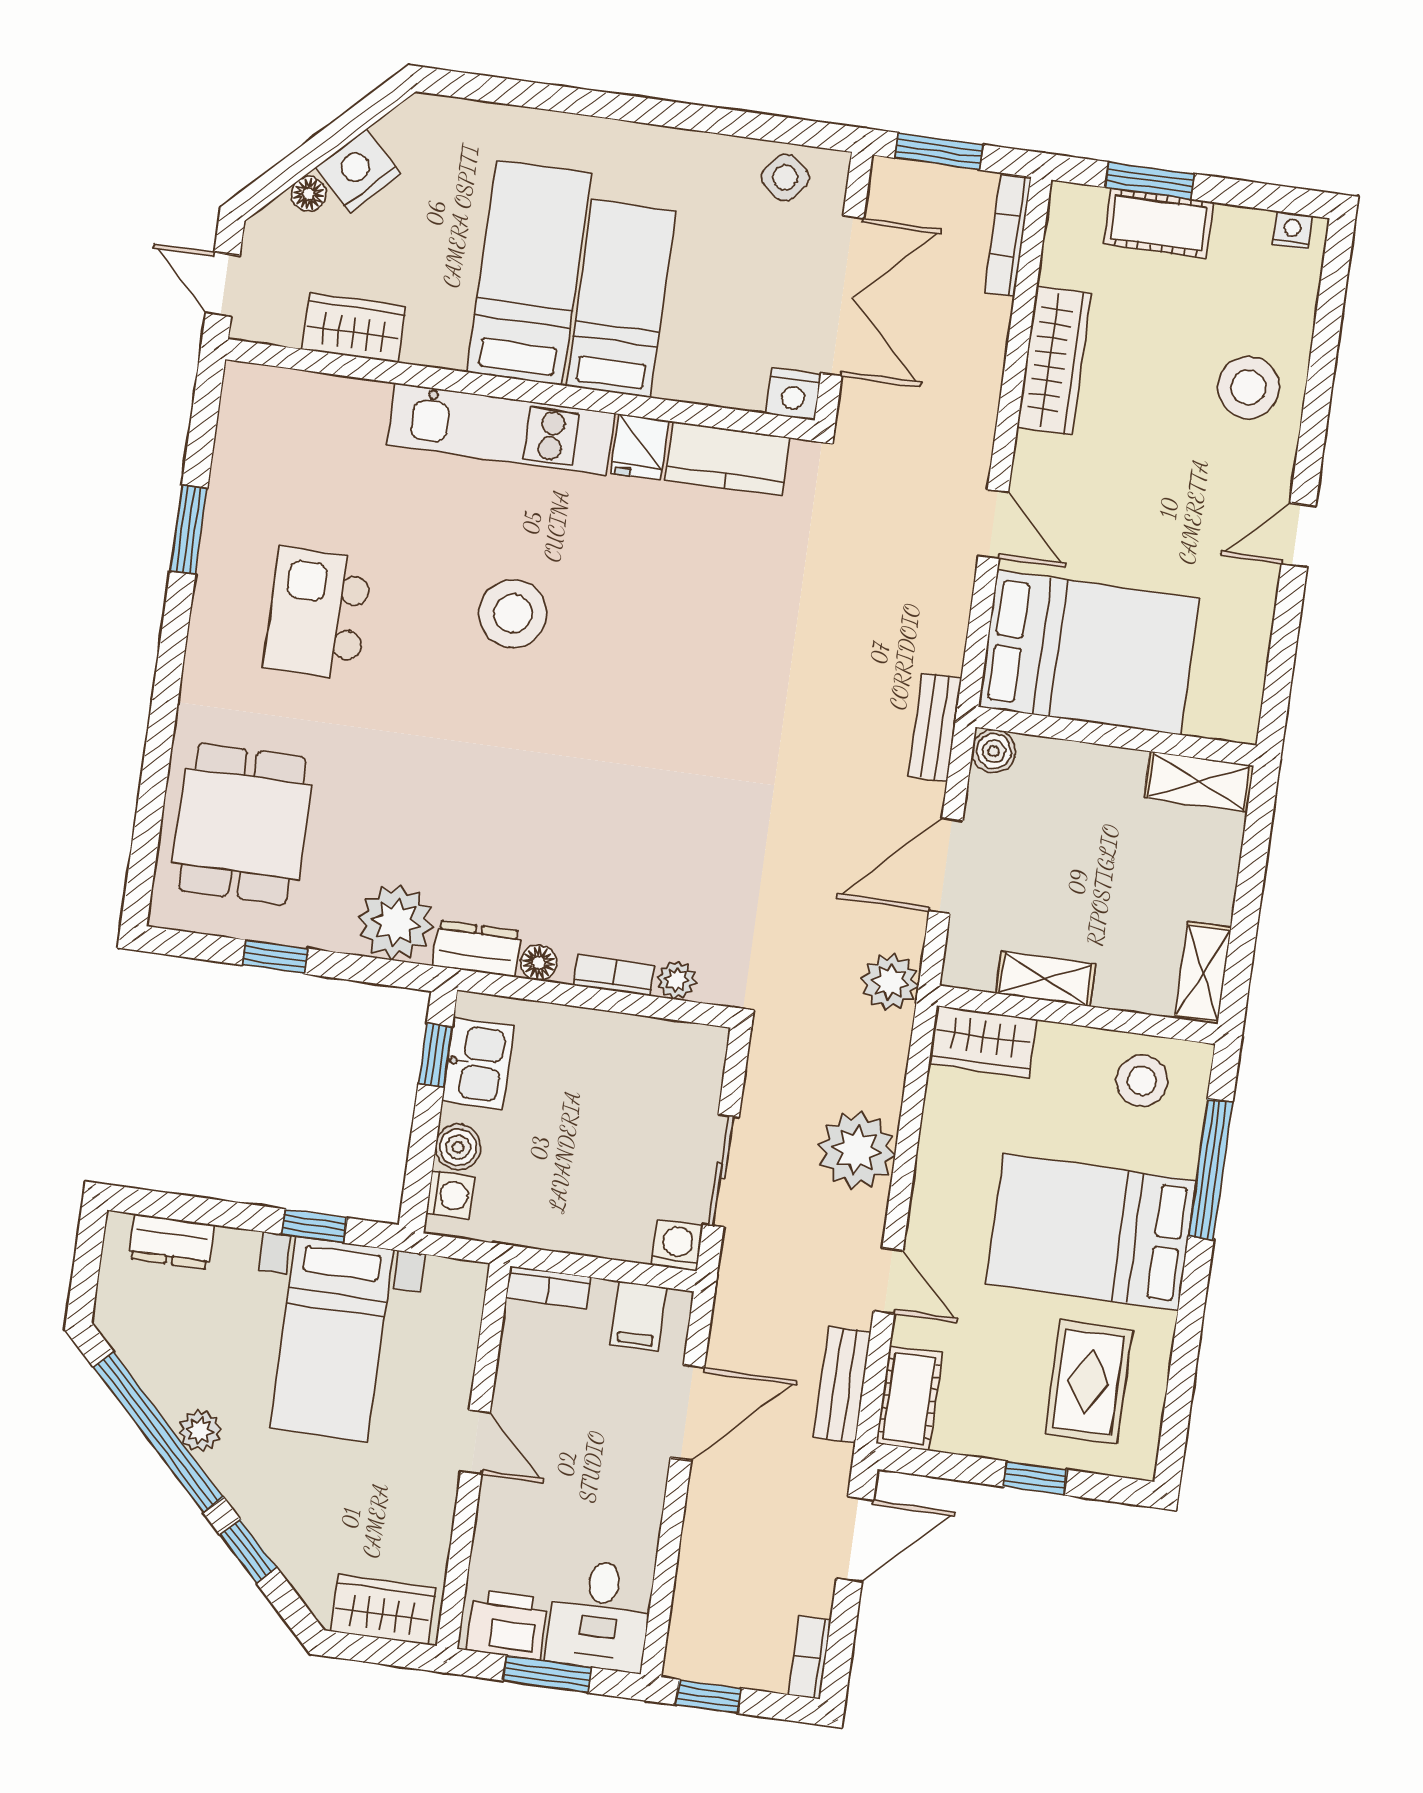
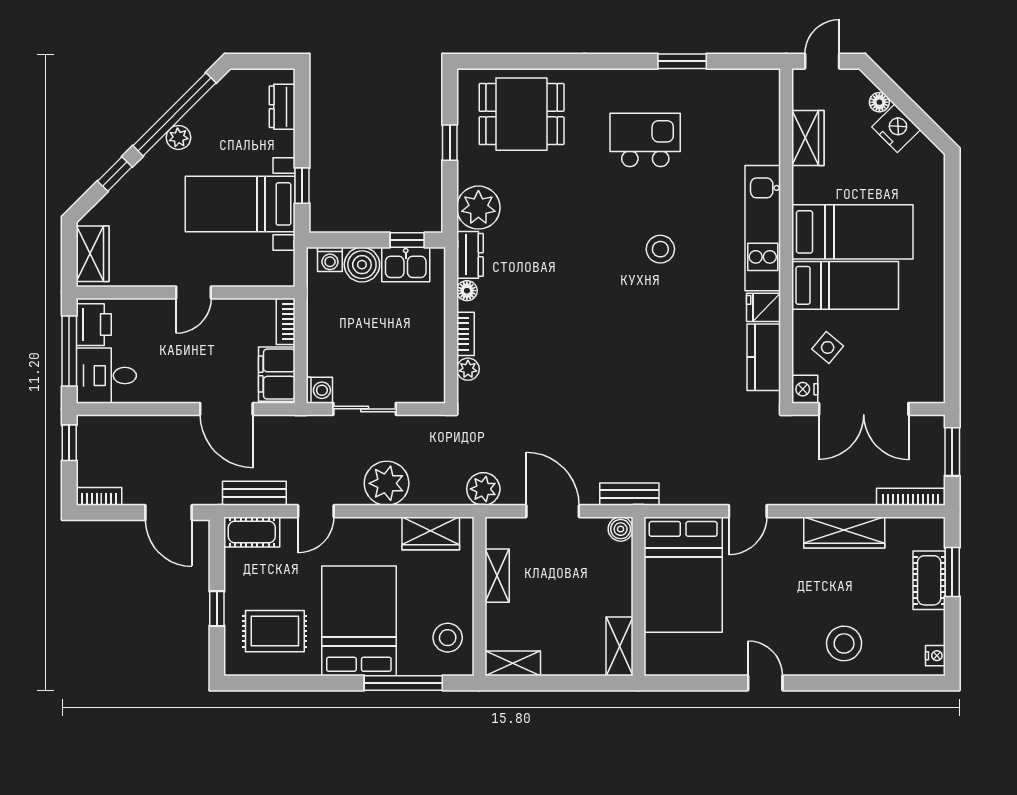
side table: (785, 177) -> (828, 347), moved
stool: (513, 613) -> (660, 249), width x0.73, depth x0.73
wardrobe: (983, 1041) -> (431, 533), moved, turned -90
boiler: (458, 1147) -> (362, 265), width x1.36, depth x1.36
filing cabinet: (638, 1316) -> (277, 374), width x2.00
window: (548, 1674) -> (69, 351), width x1.44

